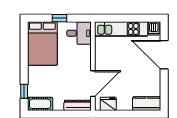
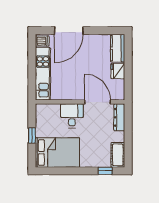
desk: (79, 33) -> (72, 116), moved
fridge: (108, 104) -> (118, 71), moved

